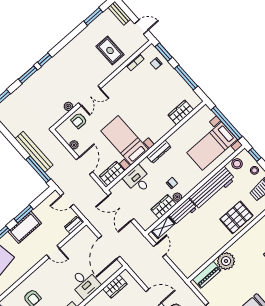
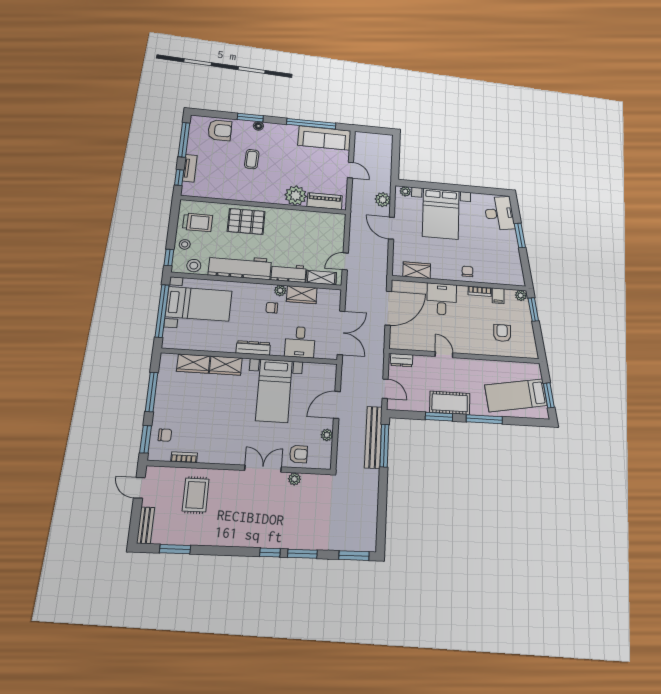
bench: (34, 152) -> (373, 437), moved
wardrobe: (112, 174) -> (226, 366), moved

